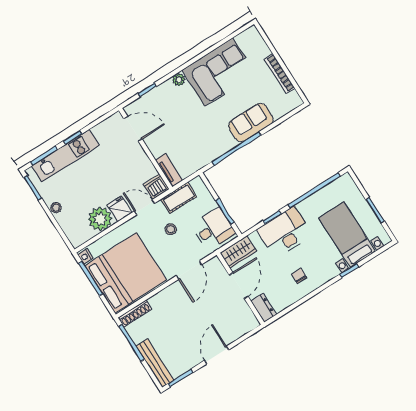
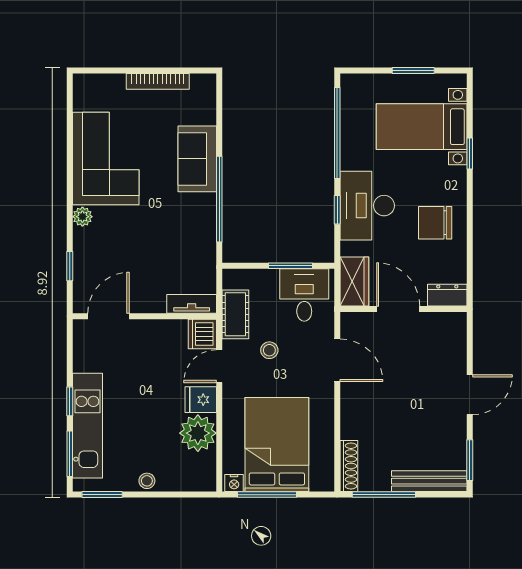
bed: (126, 273) -> (277, 445), width x0.73
chair: (299, 276) -> (435, 223), width x1.87, depth x1.87
door: (217, 355) -> (470, 395), swing flipped

